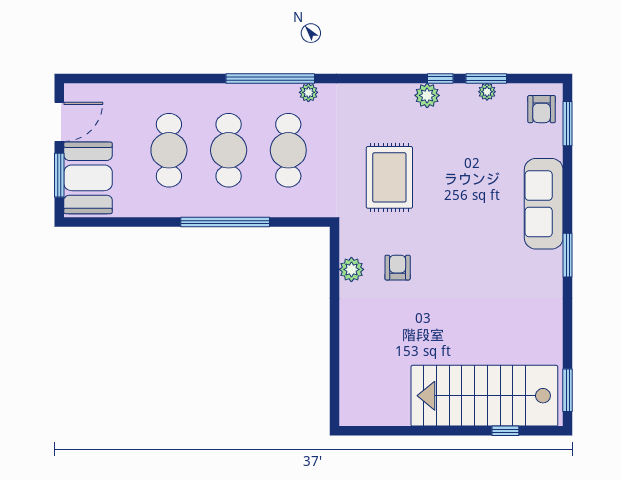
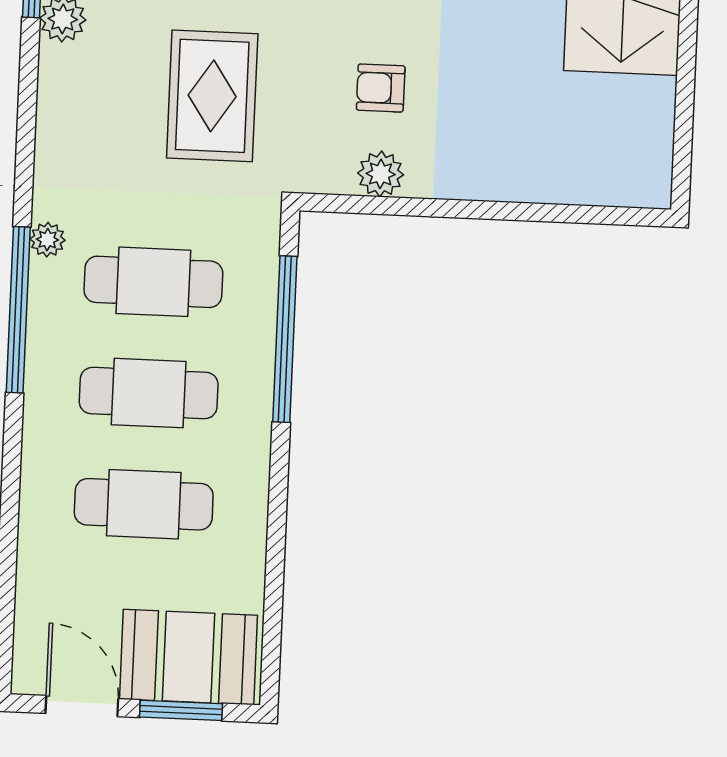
rug: (389, 177) -> (212, 96), turned 90
window: (225, 222) -> (285, 339), moved

